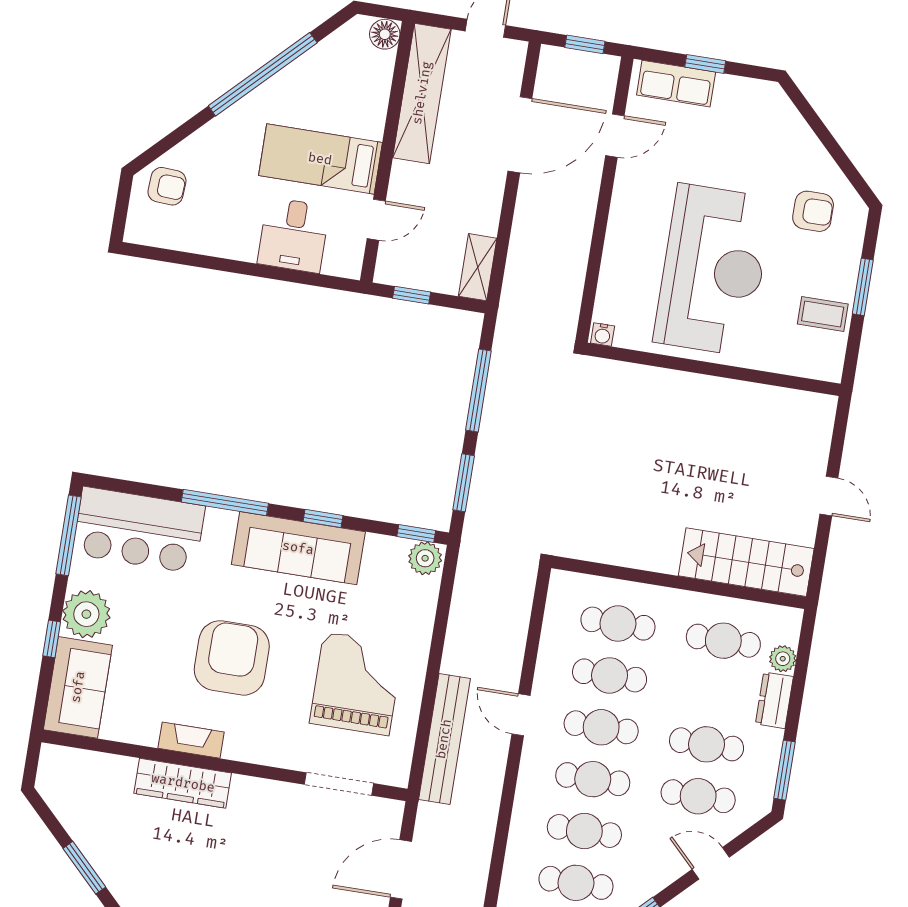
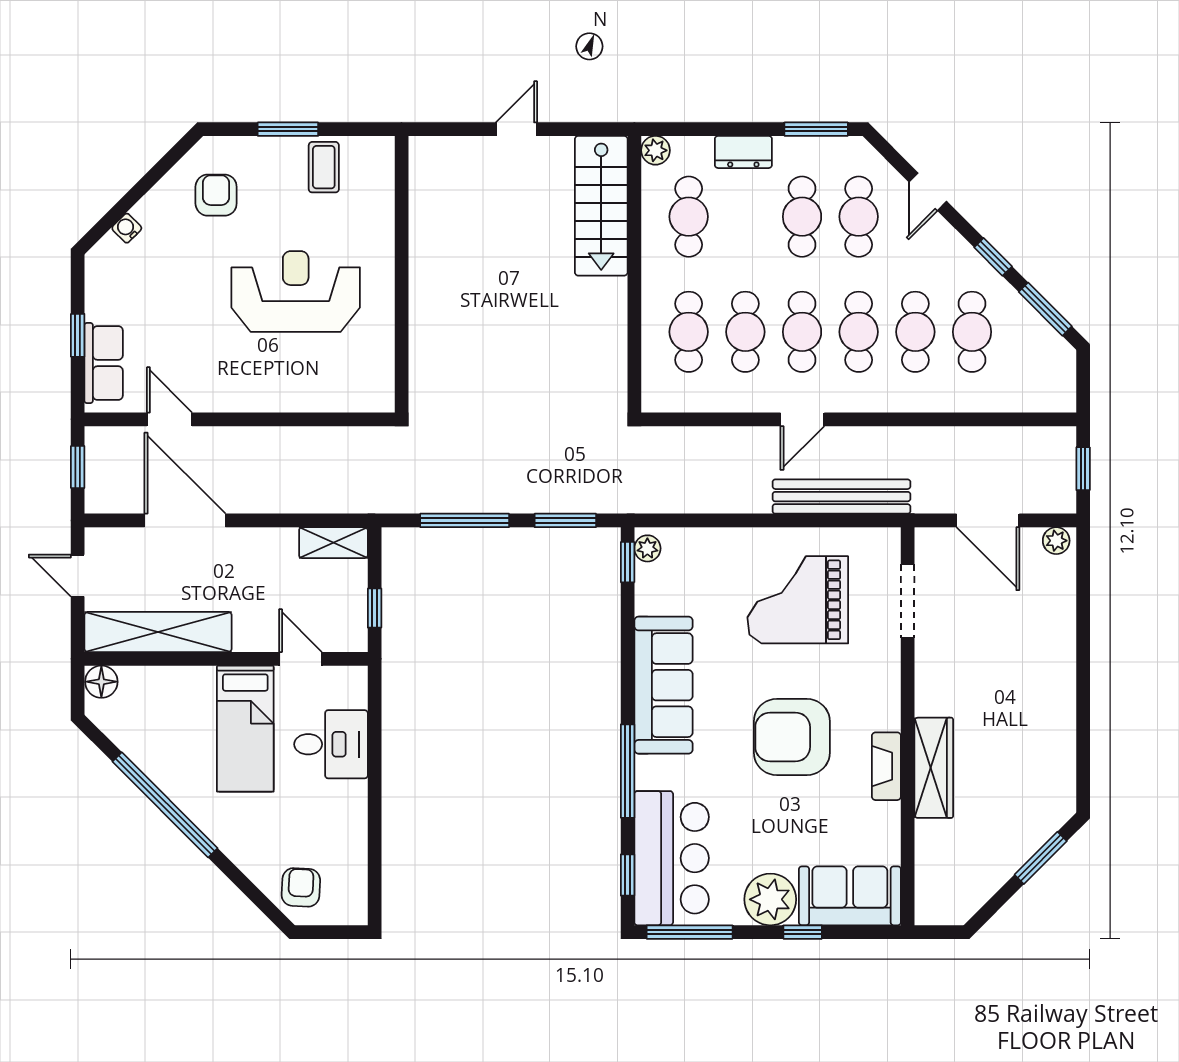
reception desk: (713, 270) -> (296, 292), width x0.74, depth x0.77
water cooler: (603, 334) -> (127, 228), moved, turned -135
window: (323, 518) -> (628, 875), moved
plant: (425, 558) -> (647, 548), width x0.73, depth x0.73
plant: (783, 659) -> (655, 150), moved

